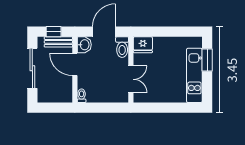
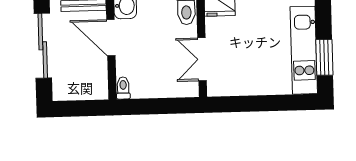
window: (207, 60) -> (324, 57), moved
double door: (131, 79) -> (202, 59), swing flipped

